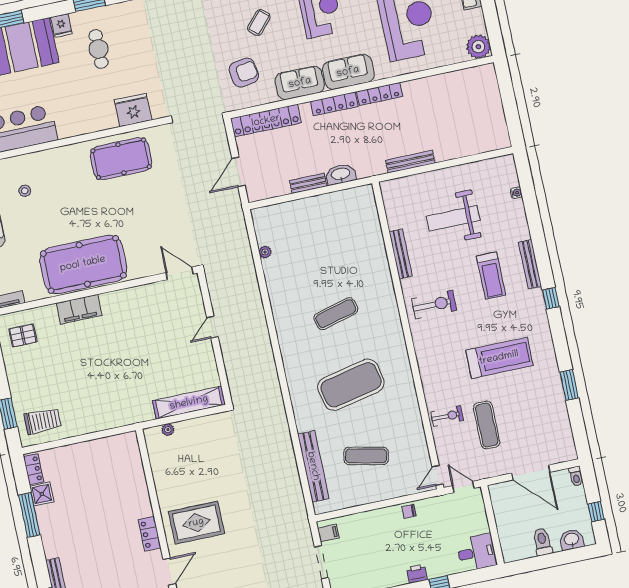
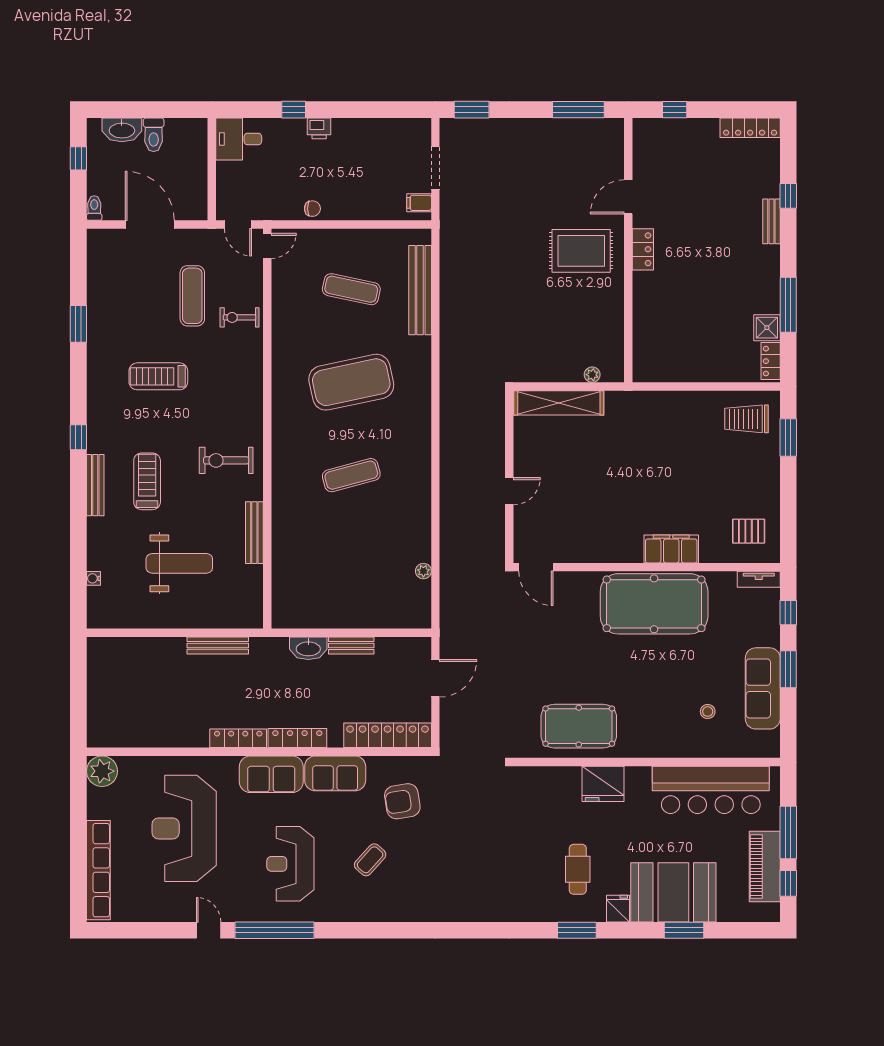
fridge: (133, 110) -> (603, 784), moved
treadmill: (499, 358) -> (158, 376), width x0.73, depth x0.73
washbasin: (572, 540) -> (122, 130), width x1.38

